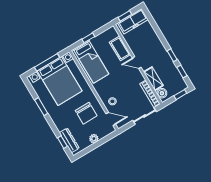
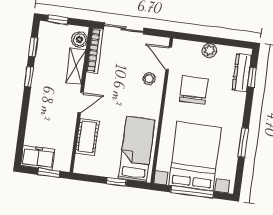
freezer: (133, 21) -> (38, 157), width x0.71
door: (137, 63) -> (81, 103), hinge flipped

